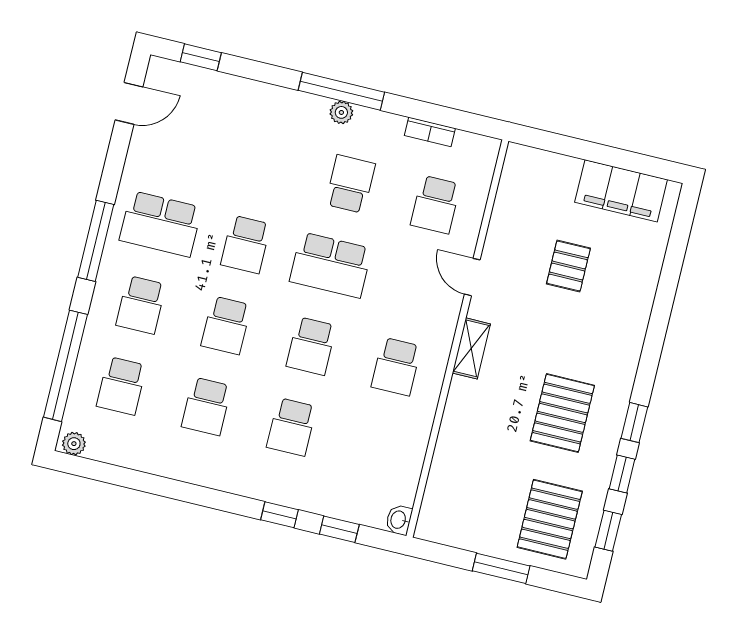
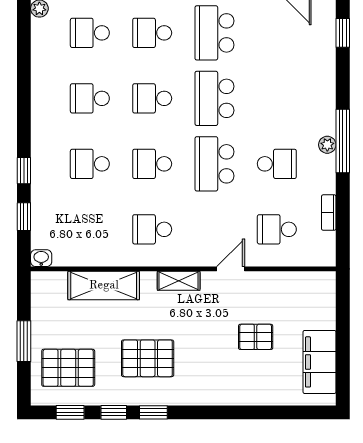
school desk: (246, 244) -> (214, 98), width x1.85
shelving: (454, 447) -> (104, 285), added

